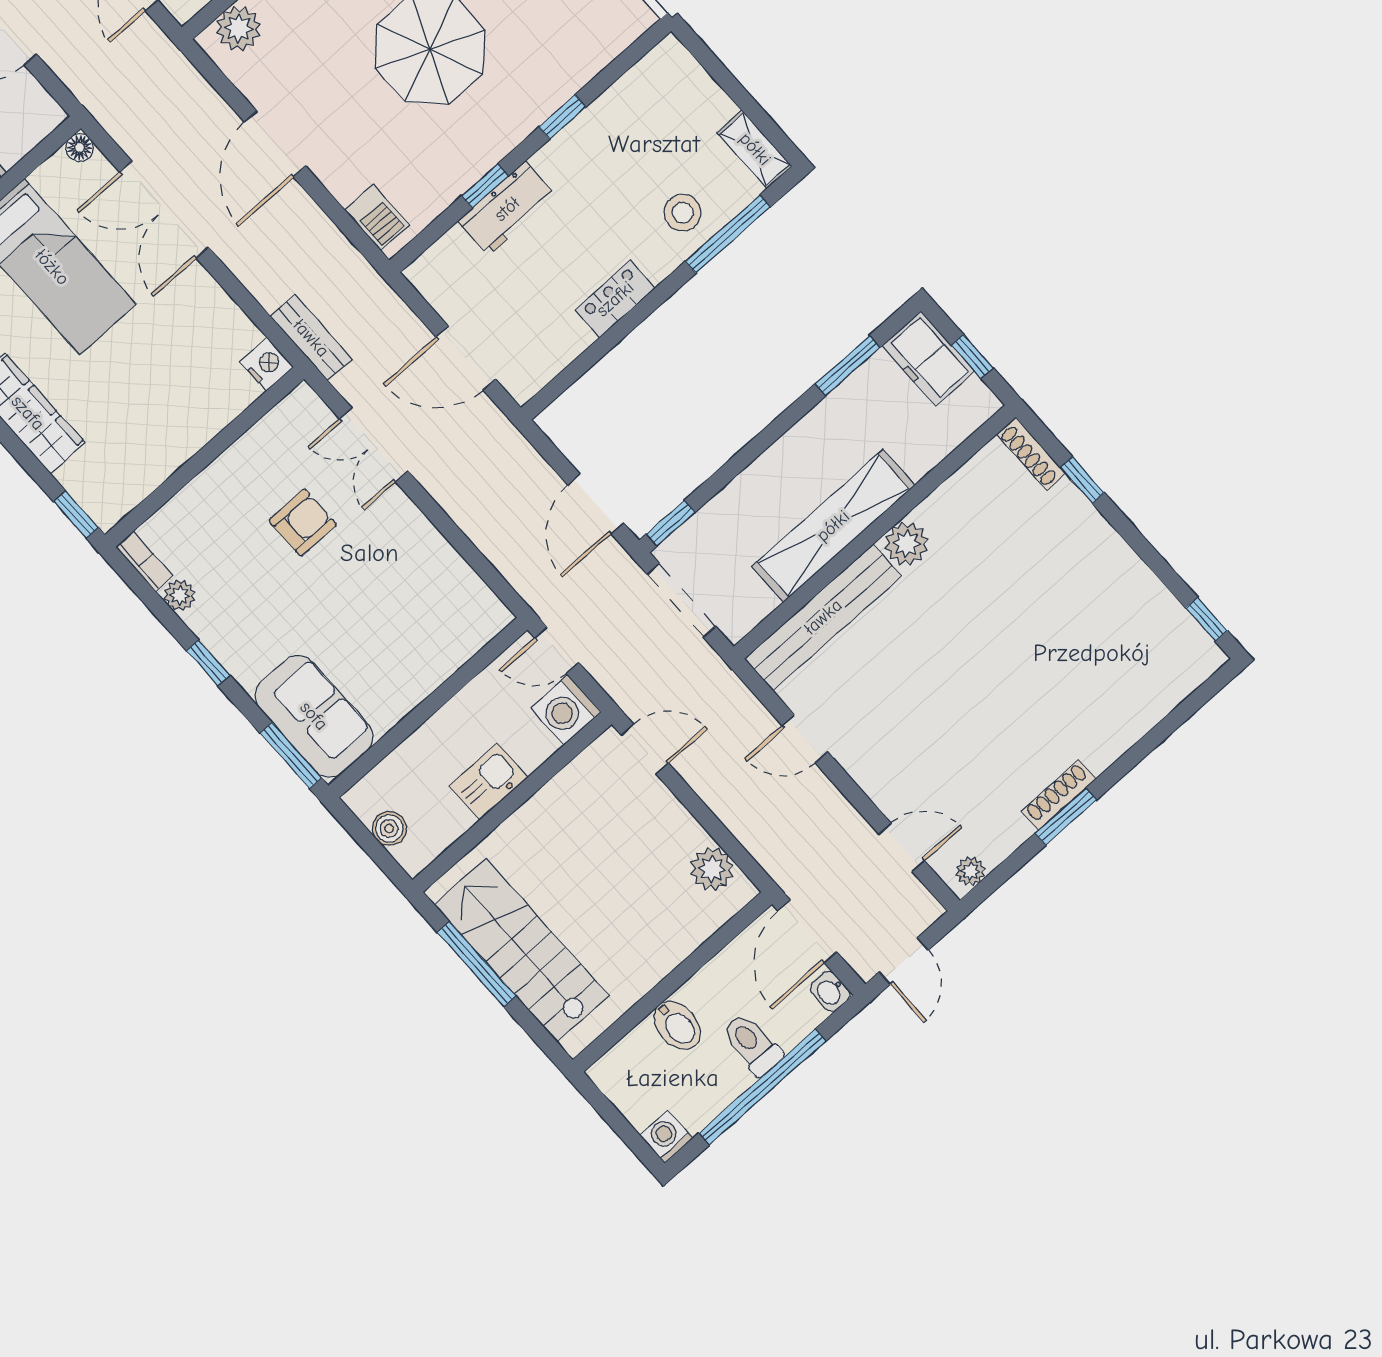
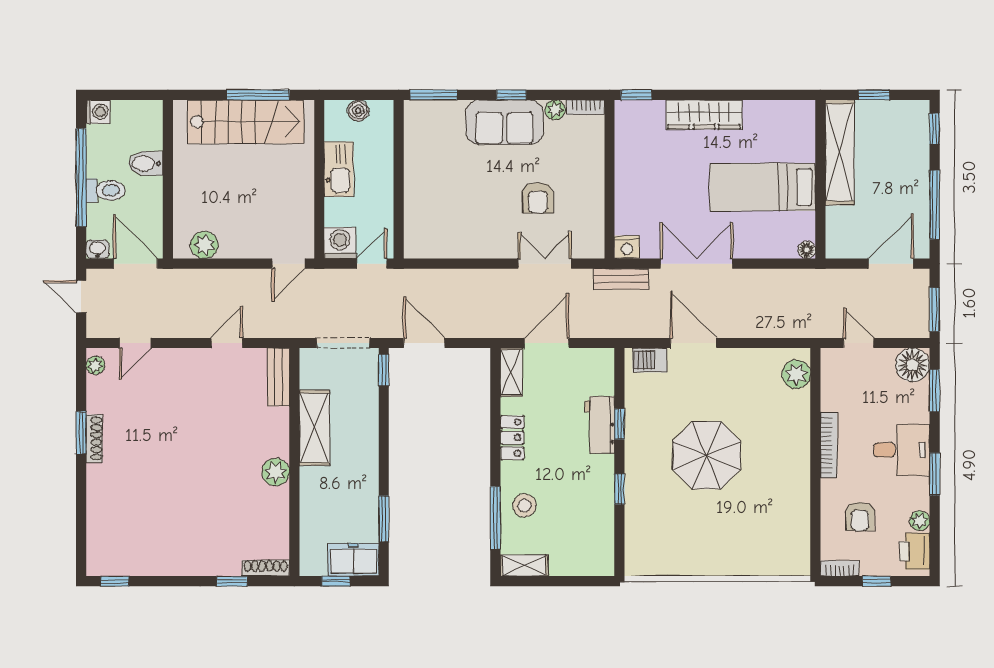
door: (275, 144) -> (693, 343), moved
double door: (164, 210) -> (697, 264), moved
shelving: (538, 369) -> (511, 372), added
shelving: (833, 526) -> (314, 428), width x0.68
bench: (823, 617) -> (278, 377), width x0.54, depth x0.82
sofa: (314, 716) -> (505, 122), moved
kitchen sink: (488, 781) -> (339, 169), width x1.38

